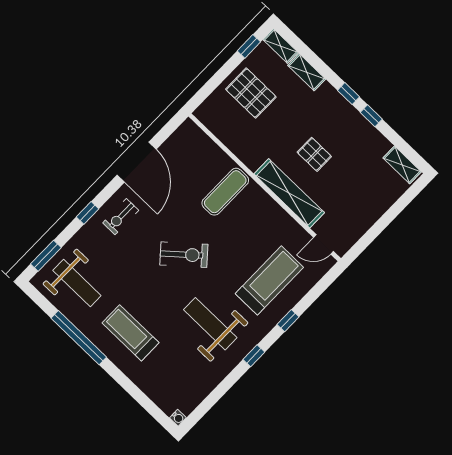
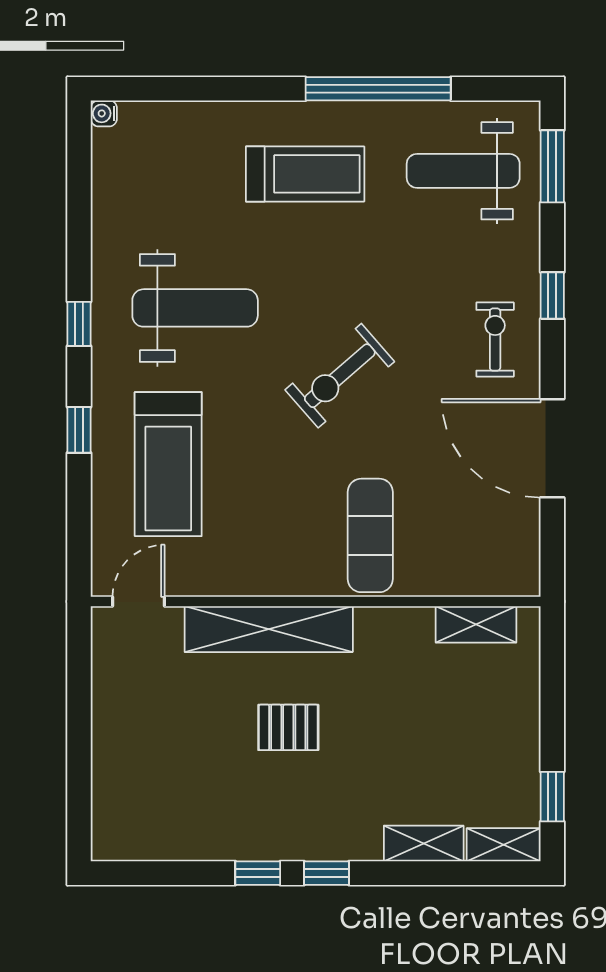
pallet: (251, 93) -> (479, 727), removed
shelving: (402, 165) -> (476, 624), moved

